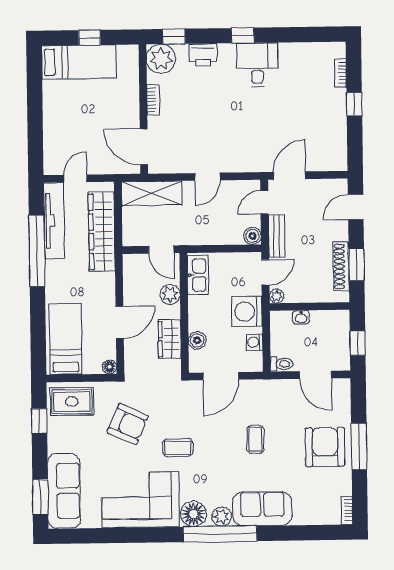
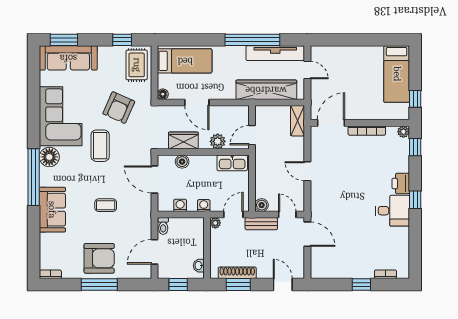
window: (89, 38) -> (415, 99), moved
printer: (203, 55) -> (401, 184), moved
plant: (161, 59) -> (403, 132), width x0.53, depth x0.53
bookcase: (153, 100) -> (367, 131), width x1.56
shelving: (152, 193) -> (298, 121), width x0.67, depth x0.75
door: (265, 272) -> (233, 215), swing flipped
washing machine: (247, 311) -> (204, 206), width x0.53, depth x0.53
washbasin: (301, 317) -> (199, 266), moved
coffee table: (178, 448) -> (100, 146), width x1.36, depth x1.30
plant: (222, 517) -> (47, 179), removed

